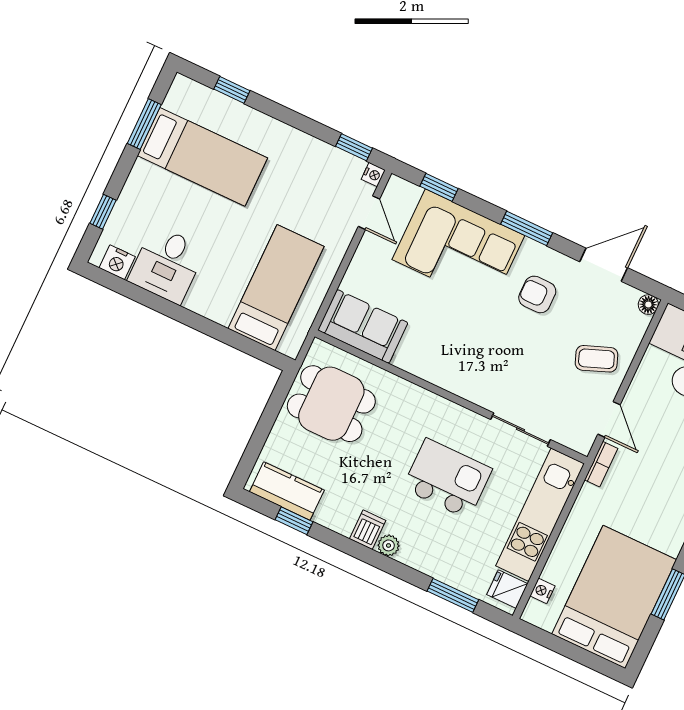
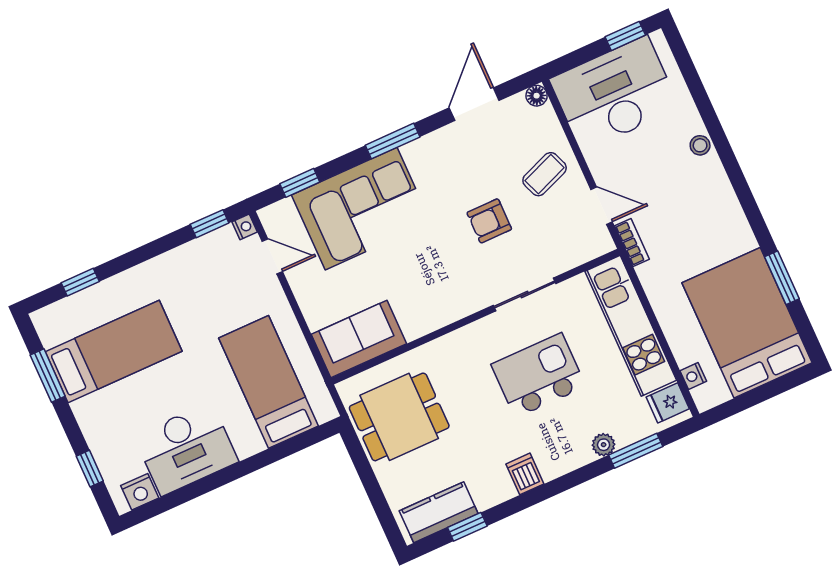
desk: (167, 265) -> (186, 449), width x1.37
armchair: (537, 294) -> (489, 221), moved
sliding door: (520, 430) -> (524, 294), moved
plant: (389, 545) -> (604, 445), moved

